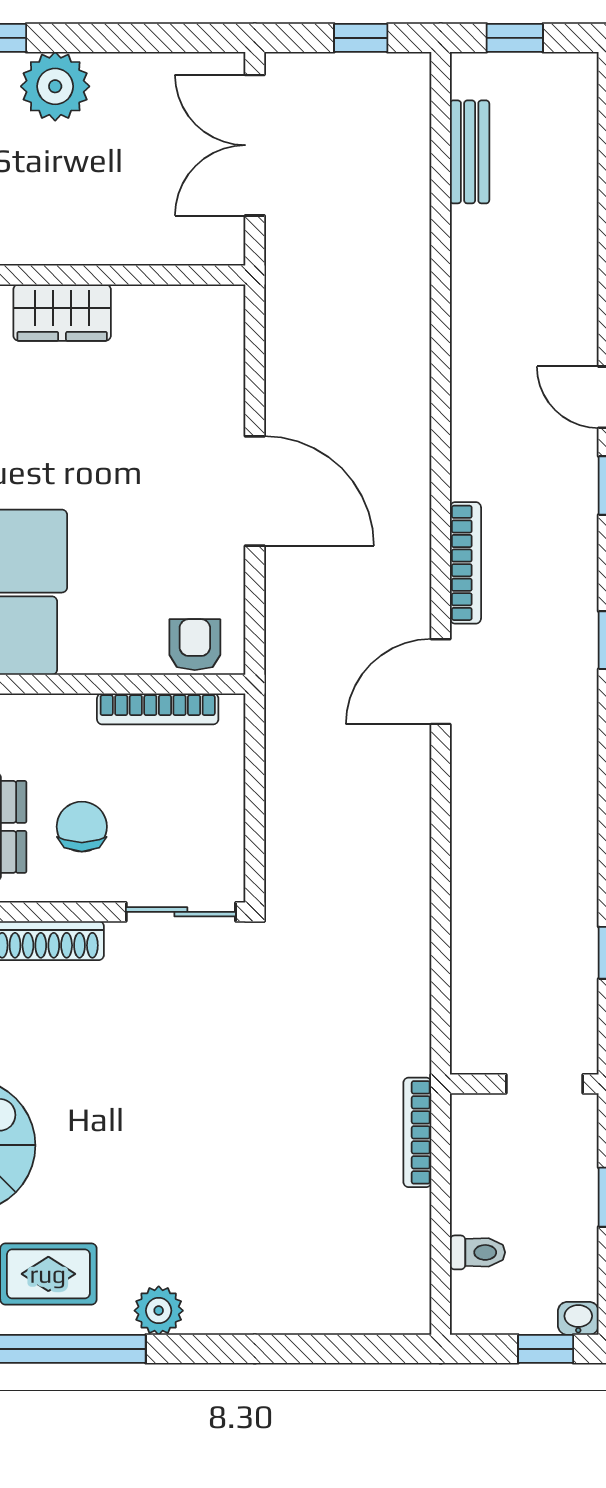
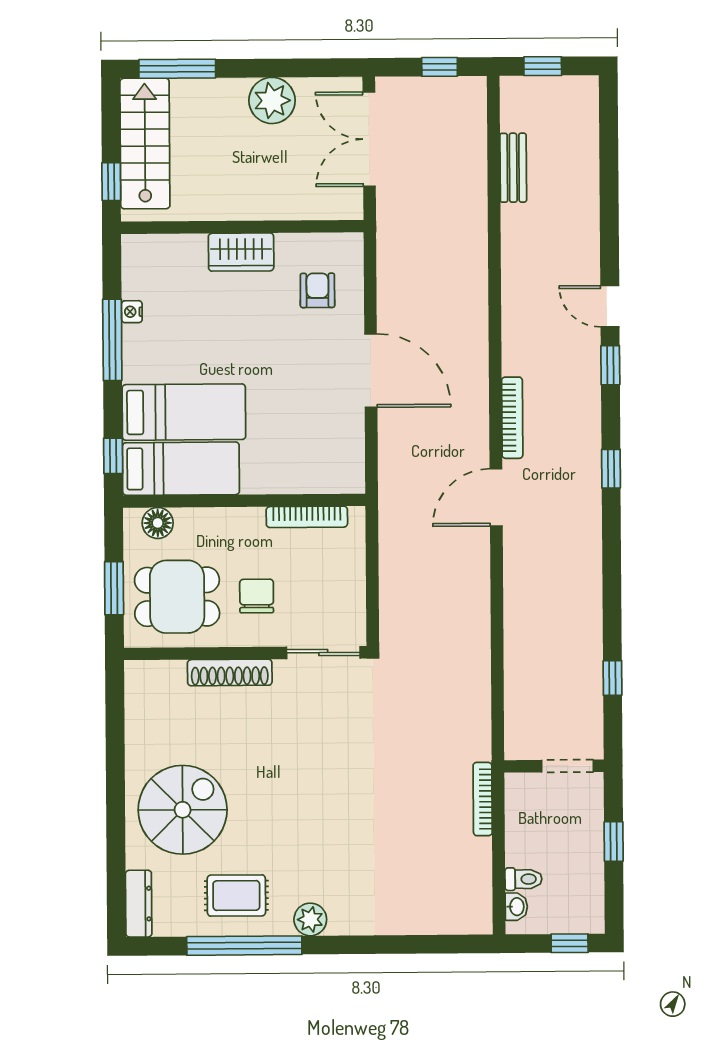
plant: (55, 86) -> (272, 100), moved
bench: (470, 152) -> (513, 168), moved
armchair: (195, 645) -> (317, 290), moved
washbasin: (578, 1318) -> (516, 907), moved, turned 90

